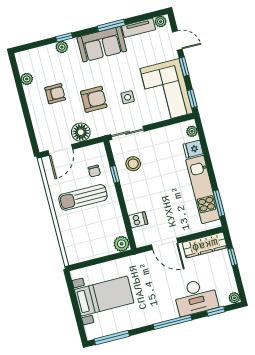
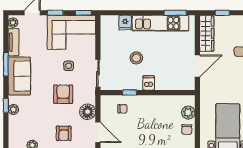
armchair: (55, 94) -> (64, 133), moved, turned 180
plant: (192, 131) -> (110, 20), removed
stool: (133, 164) -> (136, 58), moved
sun lounger: (83, 197) -> (142, 124), removed
dishwasher: (138, 220) -> (149, 83), moved
plant: (122, 244) -> (188, 113), moved
chair: (89, 250) -> (187, 130), added

